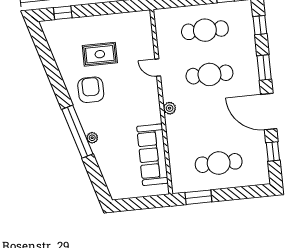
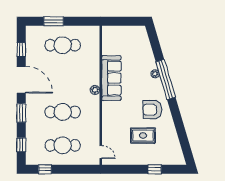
window: (63, 13) -> (155, 169), moved
door: (158, 68) -> (101, 152), moved
armchair: (91, 90) -> (152, 110), turned 90
sofa: (152, 155) -> (111, 78), moved
window: (198, 197) -> (54, 21), moved

